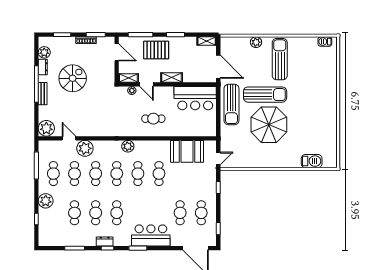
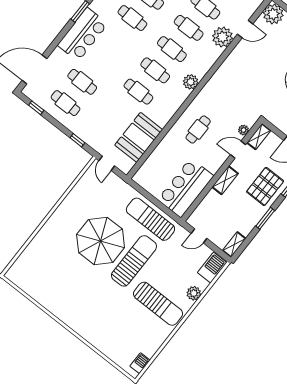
door: (218, 67) -> (199, 236), width x0.53
sun lounger: (265, 95) -> (134, 261), turned 180
barbecue: (312, 161) -> (212, 268), moved, turned 180

